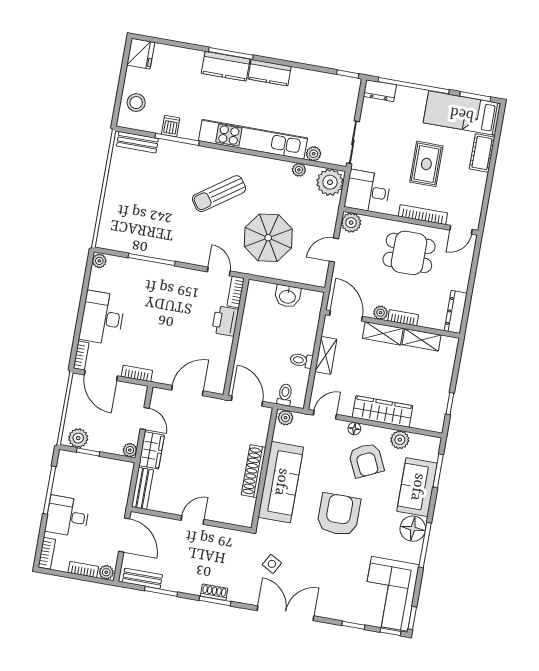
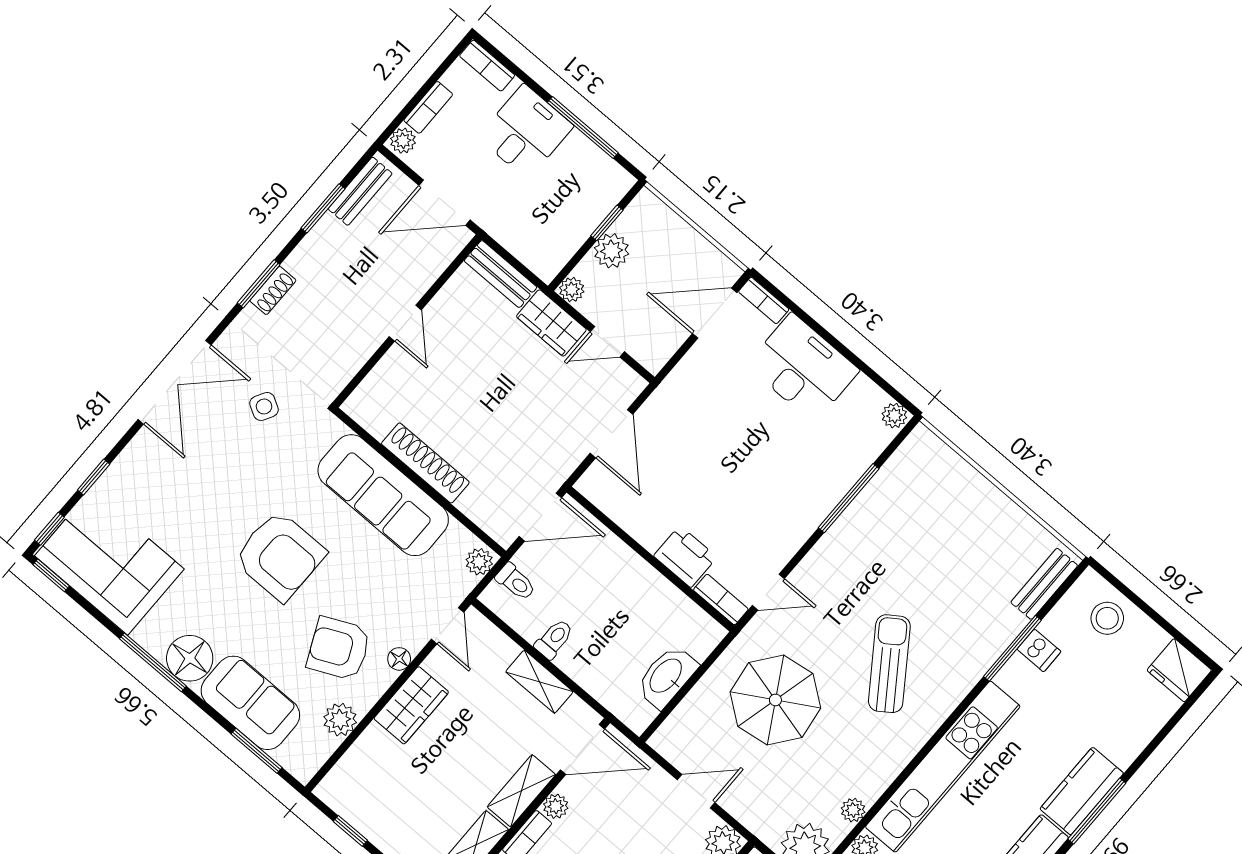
door: (334, 250) -> (696, 791), hinge flipped
washbasin: (288, 296) -> (667, 676), width x1.38
bookcase: (137, 373) -> (685, 371), removed
wardrobe: (382, 411) -> (411, 705), width x0.67
plant: (78, 438) -> (612, 251), moved

